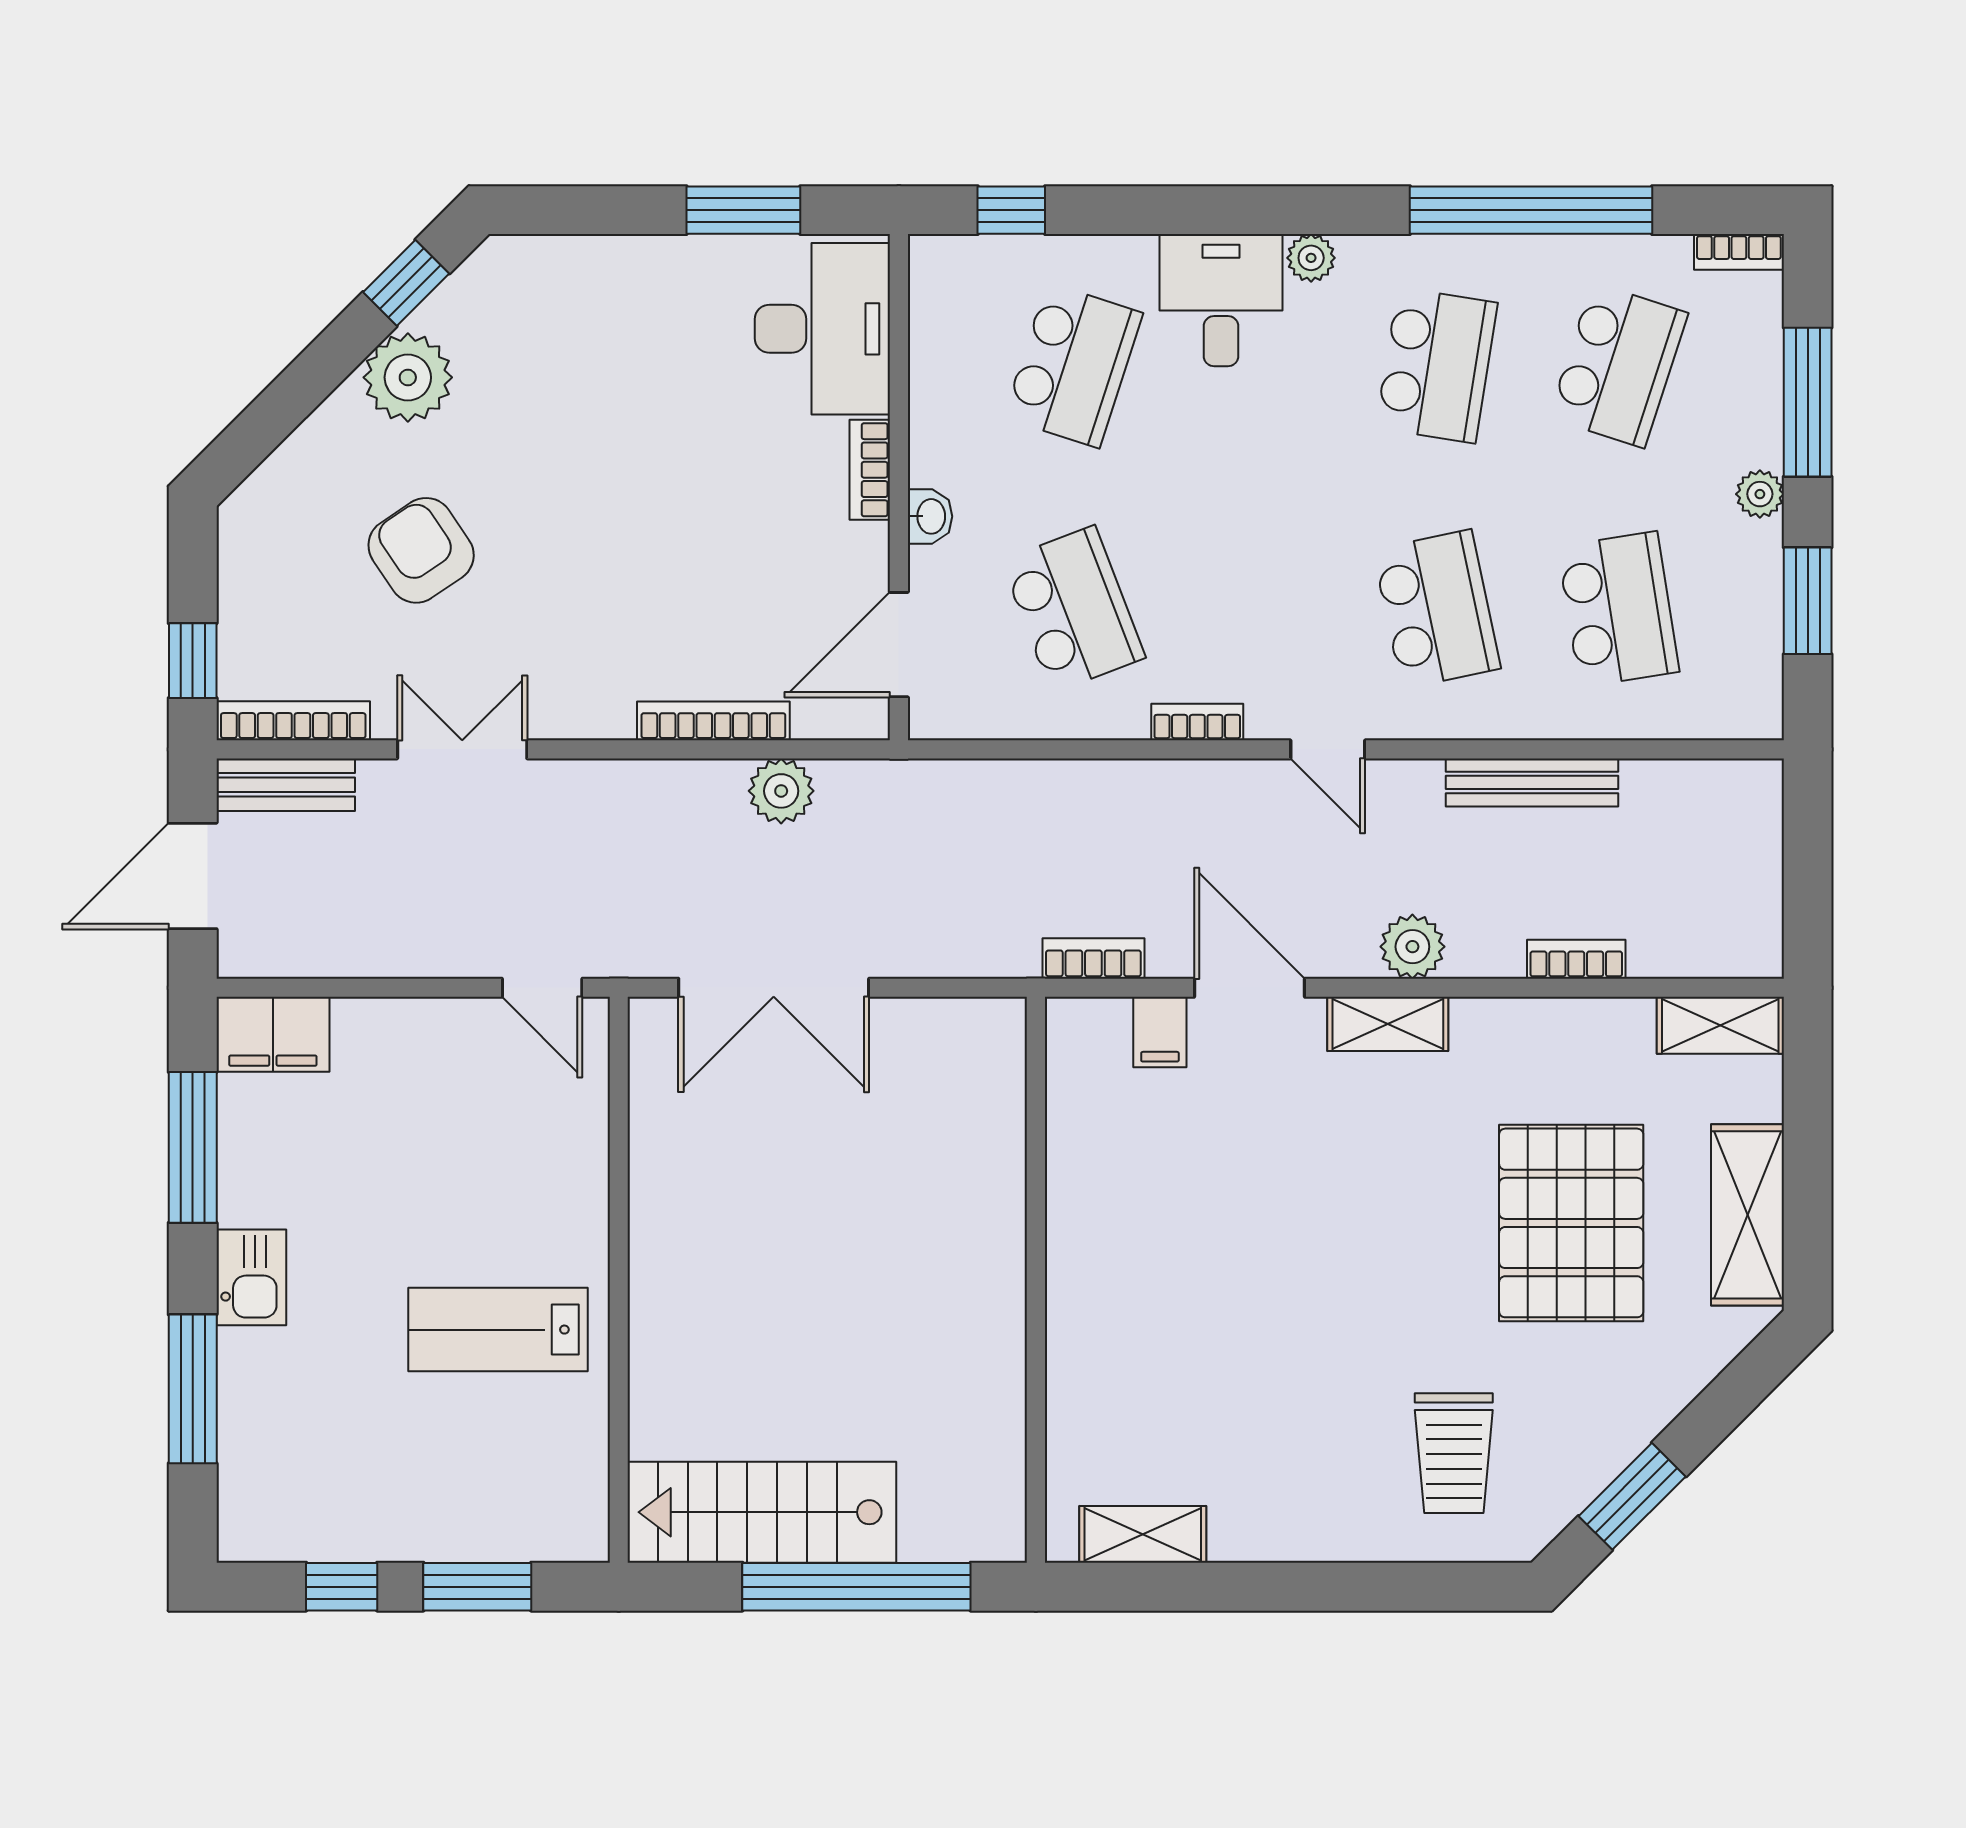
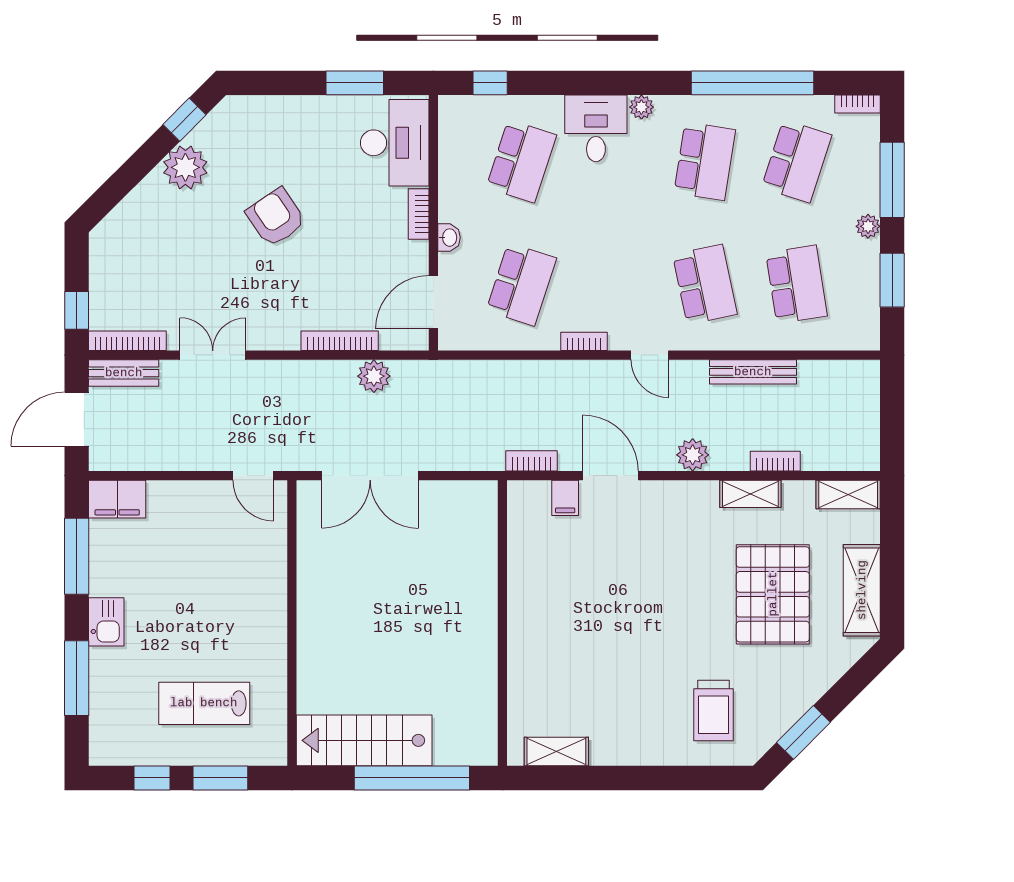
armchair: (421, 550) -> (276, 217), moved
school desk: (1073, 609) -> (521, 284), turned 39
shelving: (1388, 1024) -> (750, 494), moved
lab bench: (498, 1330) -> (204, 703), moved

